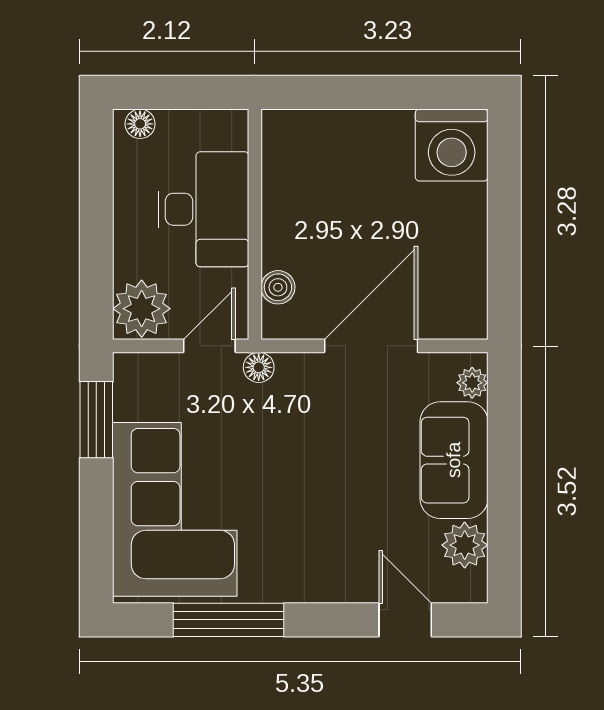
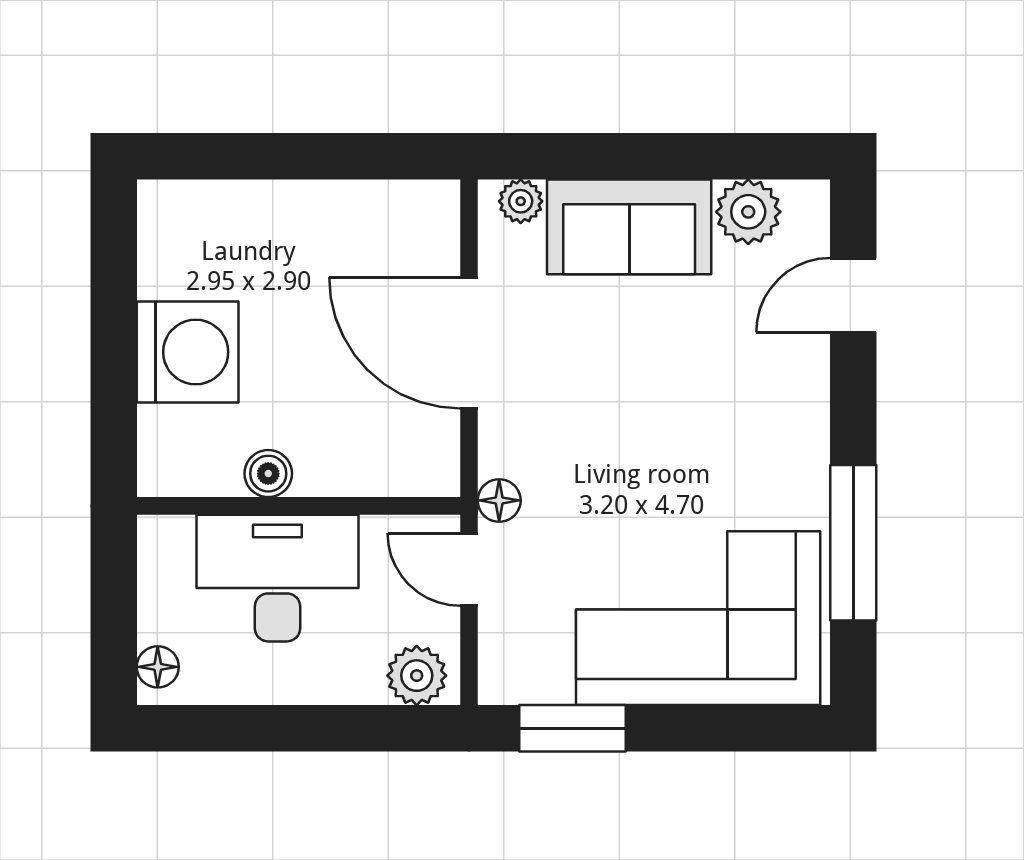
washing machine: (452, 145) -> (188, 352), moved
boiler: (278, 287) -> (268, 474), moved
plant: (142, 309) -> (417, 676), width x0.73, depth x0.73

